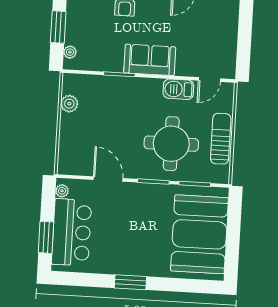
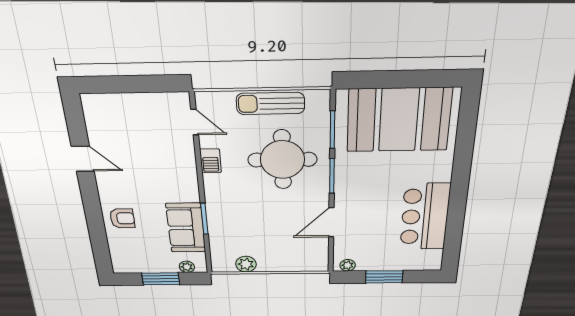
sofa: (150, 60) -> (186, 228), moved
barbecue: (178, 89) -> (210, 161), width x0.73, depth x0.79
bar counter: (72, 232) -> (425, 217), moved, turned -90
window: (46, 237) -> (384, 277), moved
window: (130, 282) -> (459, 192), removed

